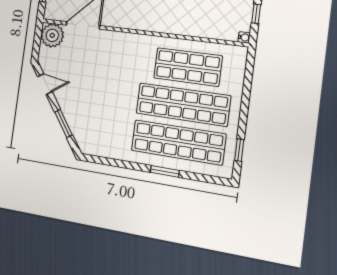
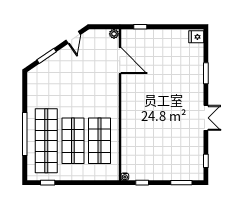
plant: (52, 35) -> (114, 34), width x0.53, depth x0.53
shop shelf: (183, 105) -> (73, 141), width x0.71
window: (165, 171) -> (25, 134), width x2.11

